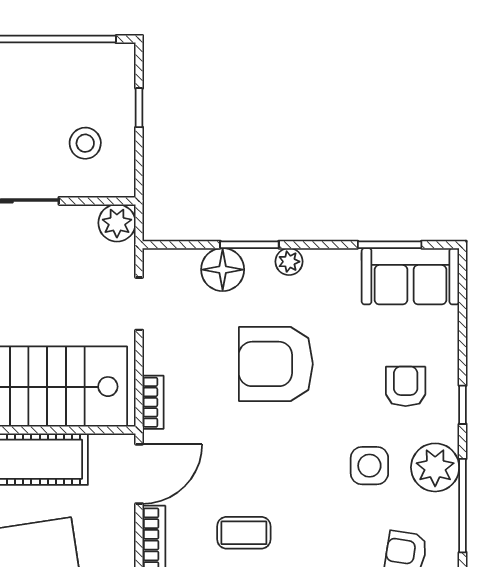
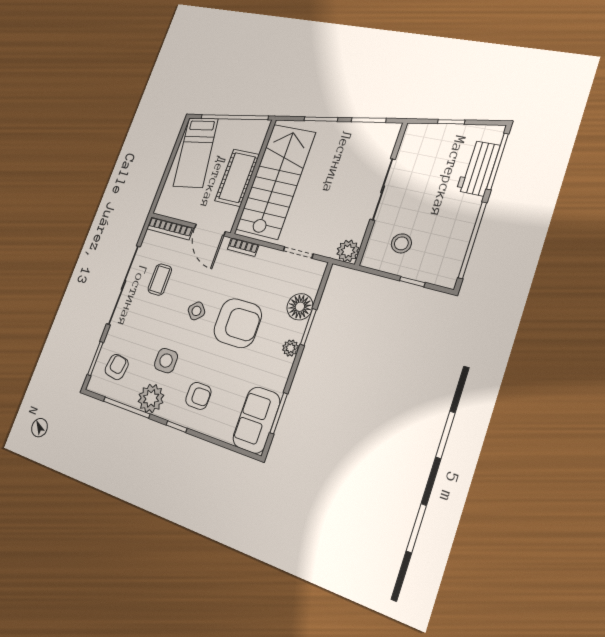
armchair: (276, 364) -> (238, 323), turned 90
side table: (277, 444) -> (196, 311), added

